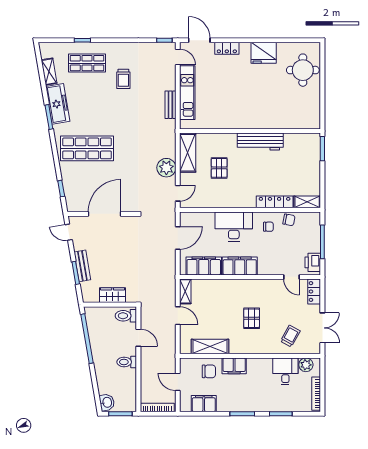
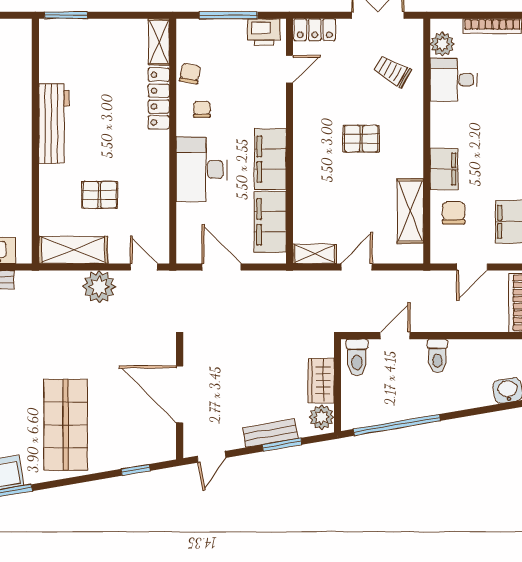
plant: (91, 295) -> (322, 417), added

